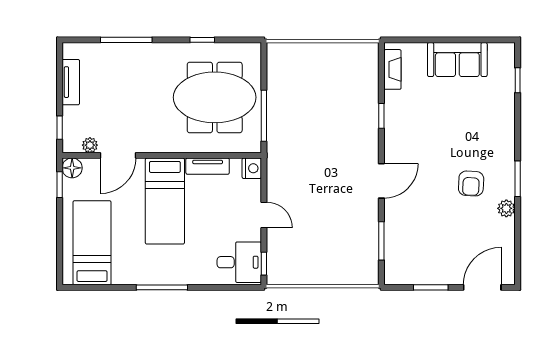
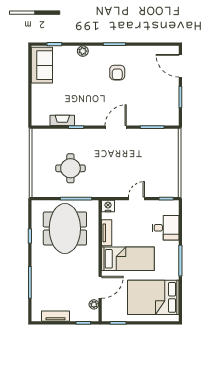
sofa: (457, 60) -> (42, 65), moved
fireplace: (392, 69) -> (62, 120), moved
round table: (314, 107) -> (70, 168), added
door: (118, 155) -> (100, 287), hinge flipped
floor lamp: (72, 168) -> (108, 315), removed
door: (381, 181) -> (116, 127), hinge flipped
armchair: (471, 183) -> (117, 73), turned 87
plant: (506, 208) -> (83, 51), moved
bed: (92, 243) -> (153, 297), width x1.50
desk: (239, 262) -> (166, 228), moved, turned 90

